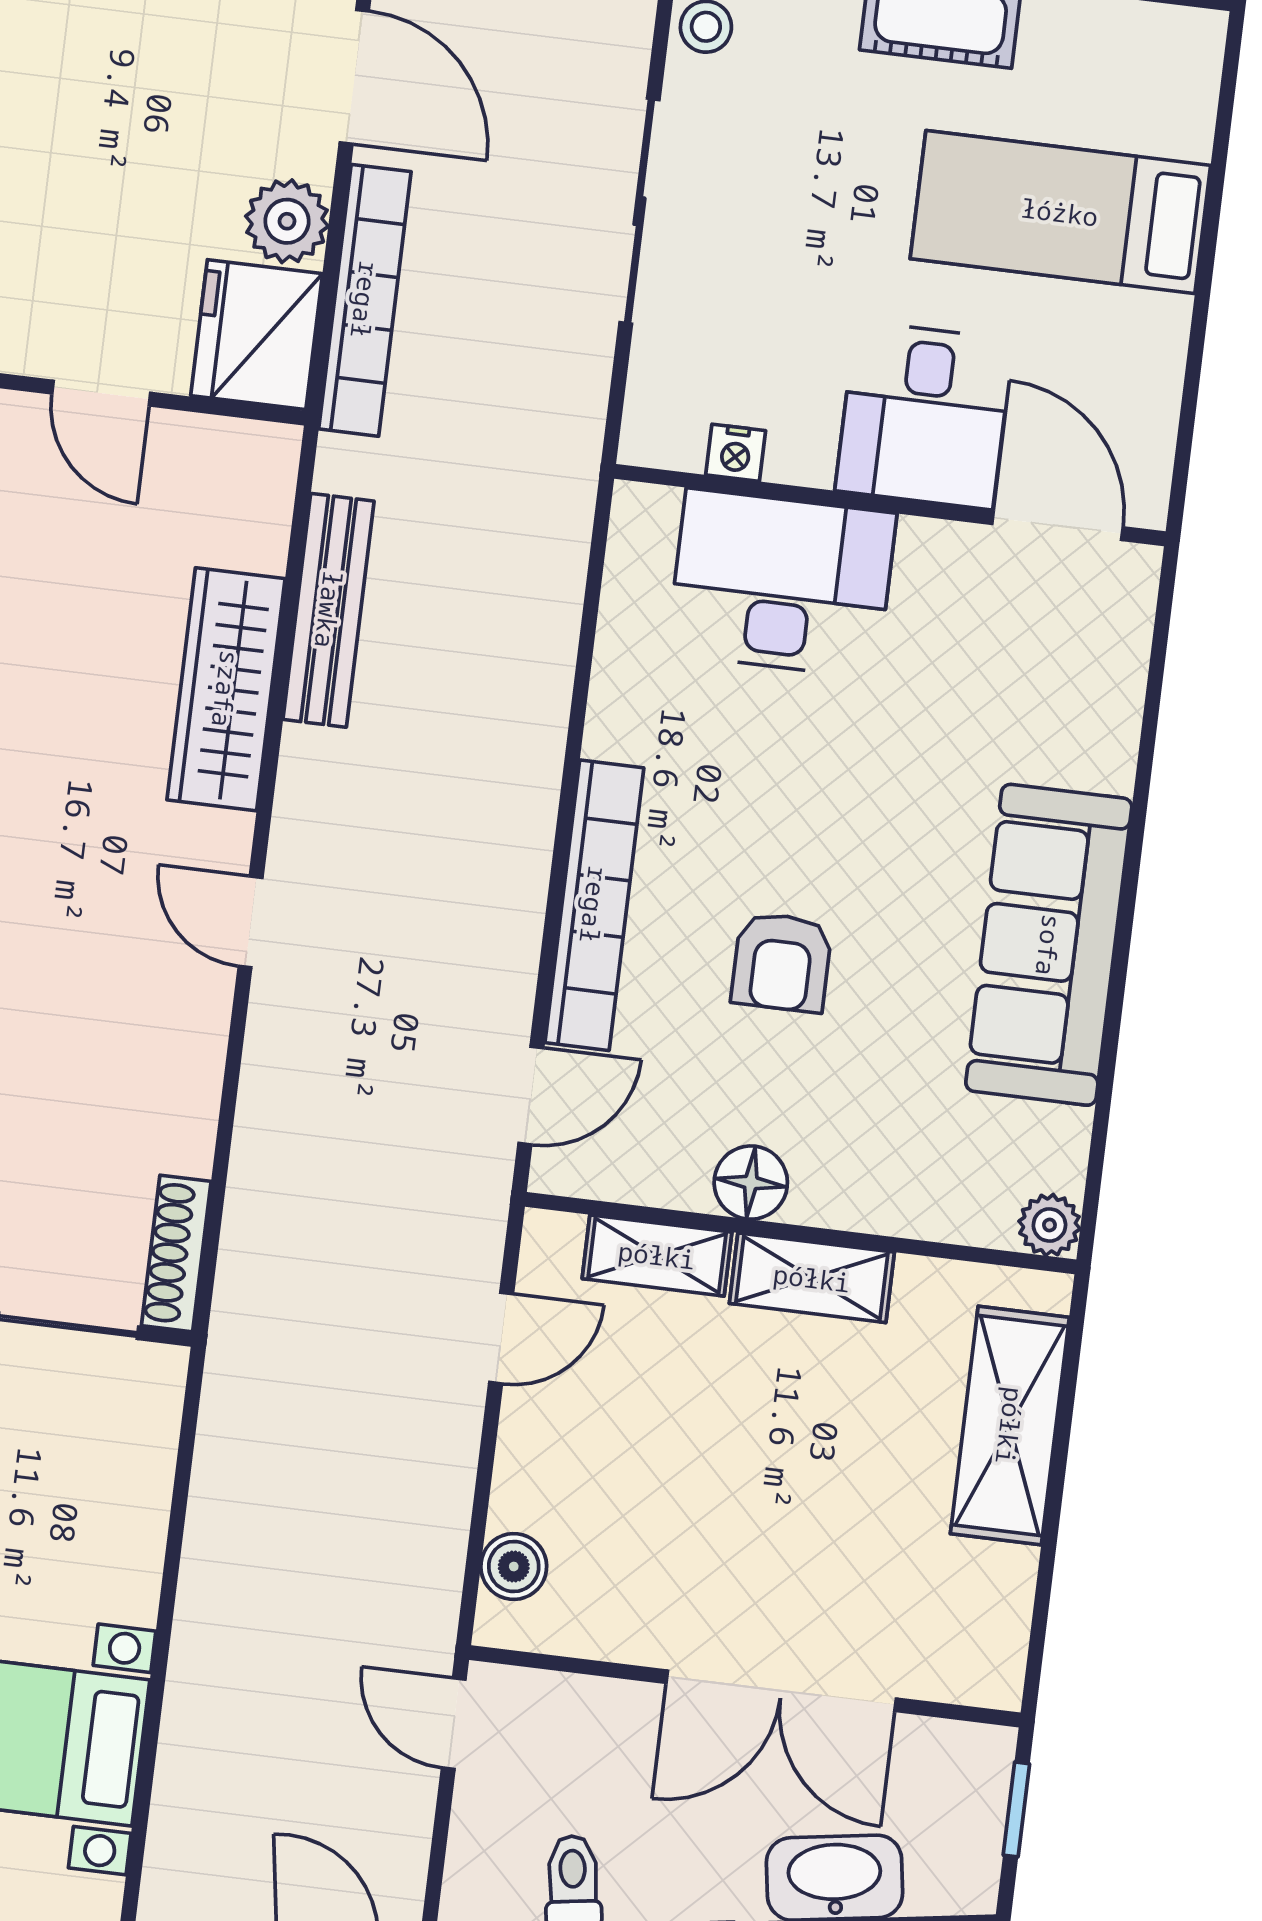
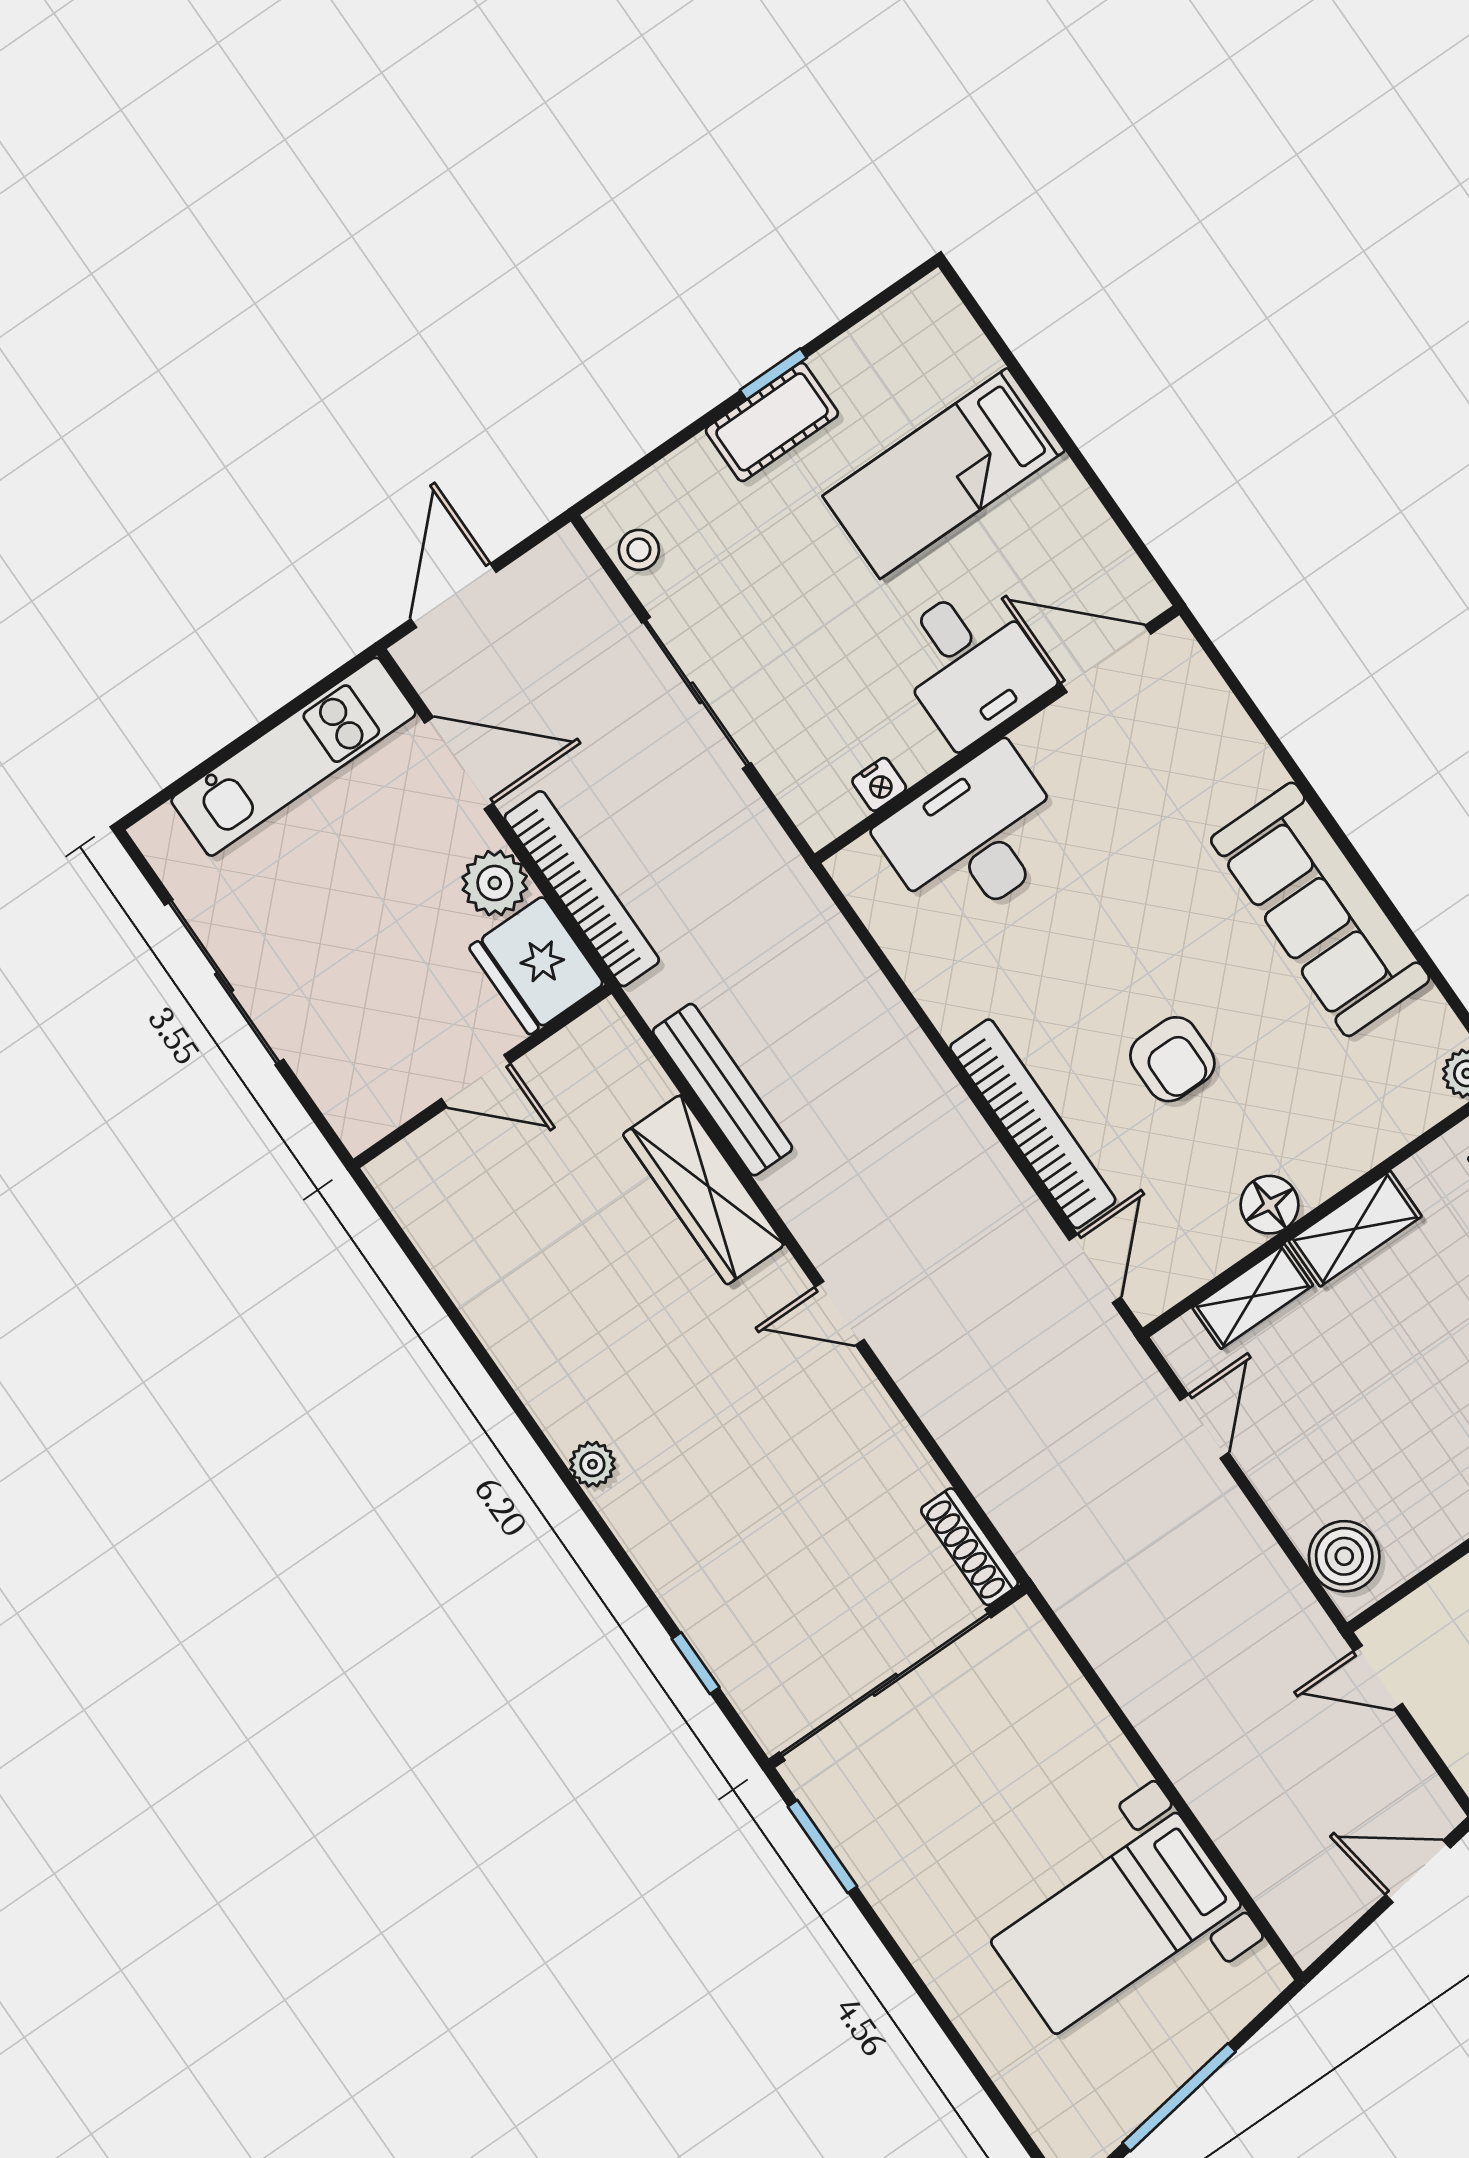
boiler: (514, 1566) -> (1344, 1556), width x1.36, depth x1.36

